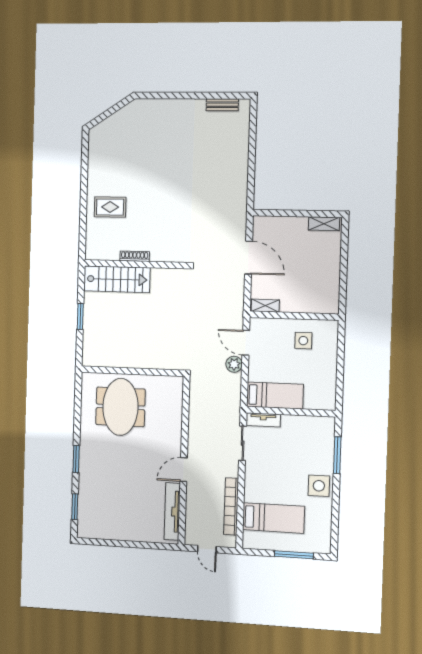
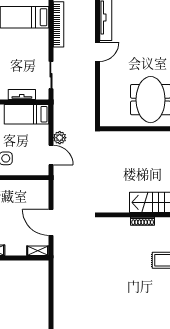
shelving: (265, 306) -> (38, 251), moved
tv unit: (263, 420) -> (22, 95), moved

